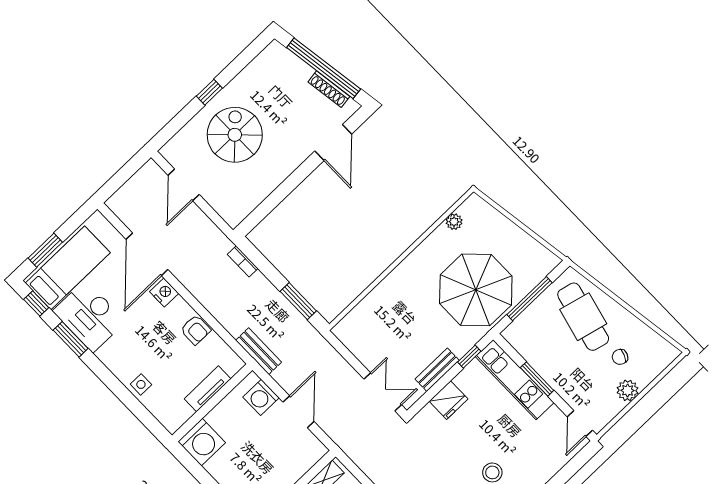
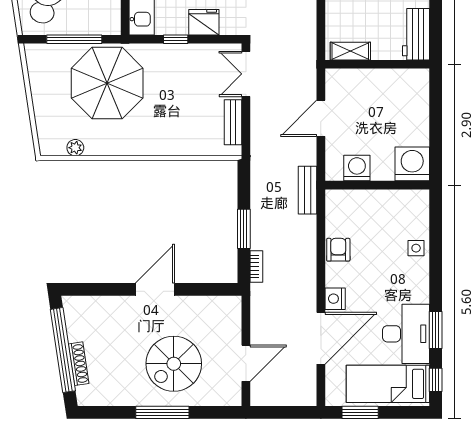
shoe rack: (329, 89) -> (79, 364), moved
window: (209, 92) -> (162, 412), width x2.17
door: (333, 143) -> (155, 289), moved
window: (45, 250) -> (360, 412), moved
window: (298, 301) -> (244, 229), moved
window: (469, 357) -> (176, 39), moved
bench: (437, 370) -> (233, 122), moved, turned 90
tv unit: (208, 389) -> (371, 199), removed
washing machine: (261, 397) -> (357, 168), moved, turned -90

